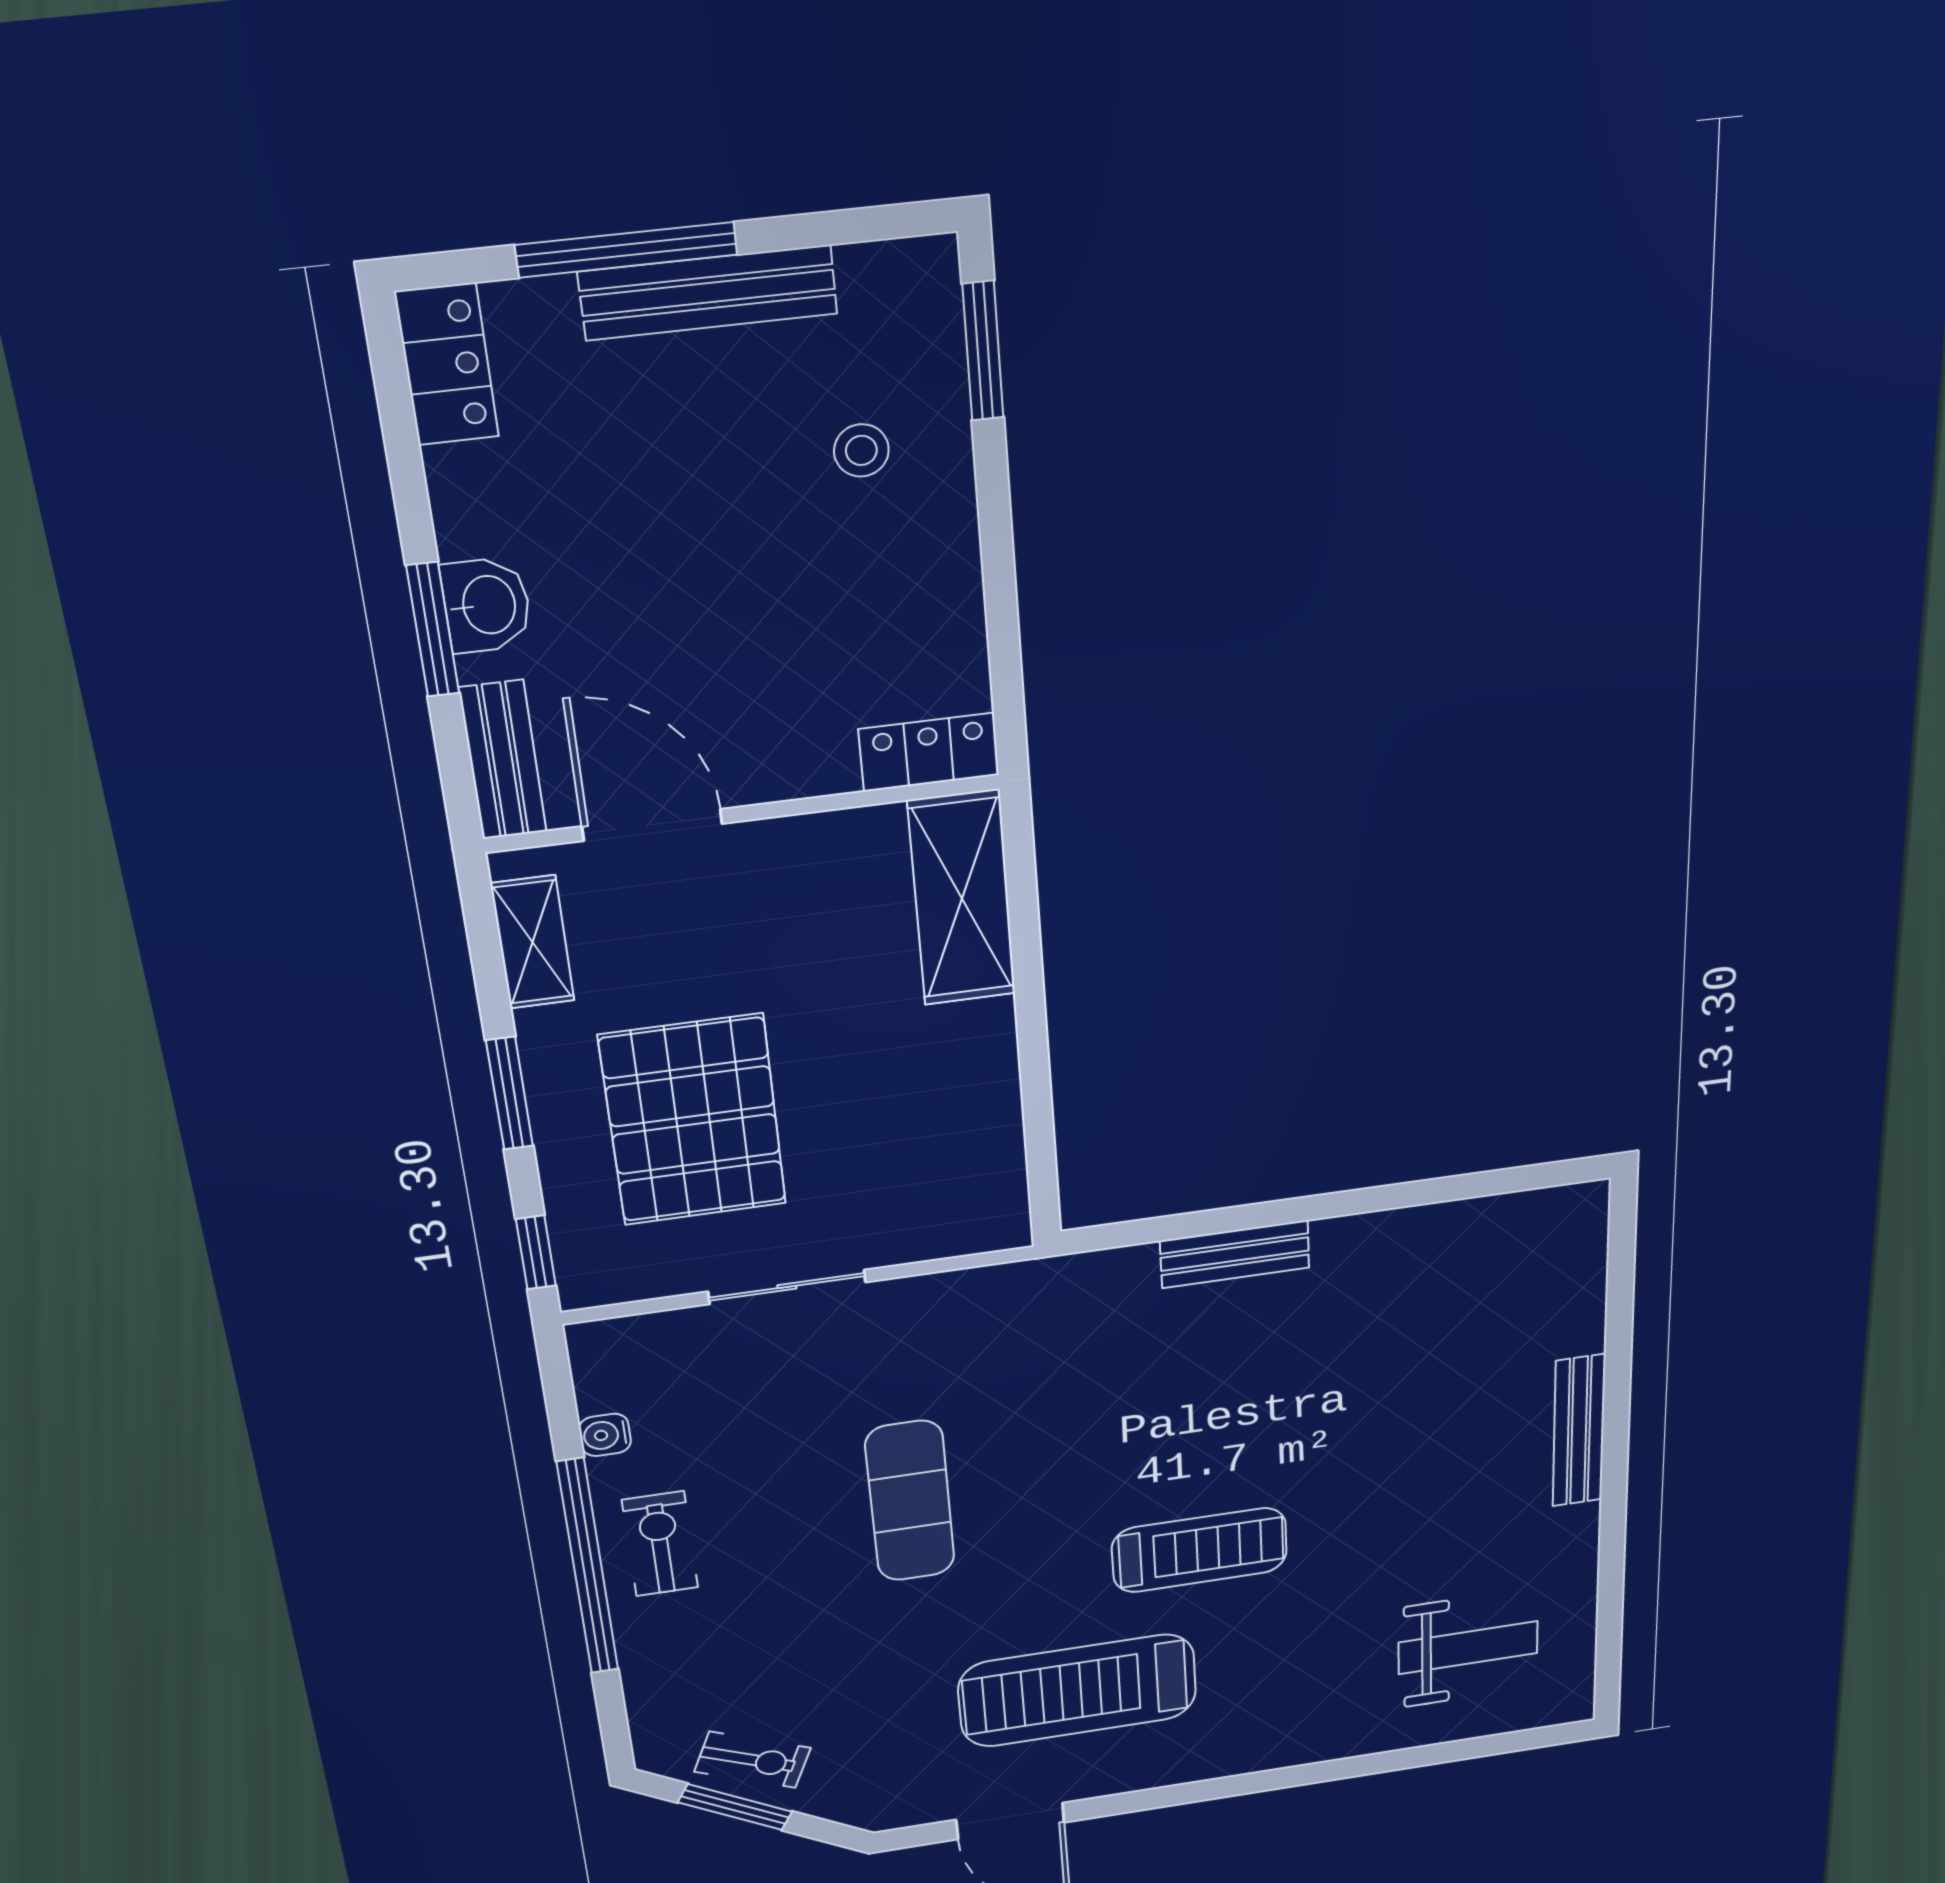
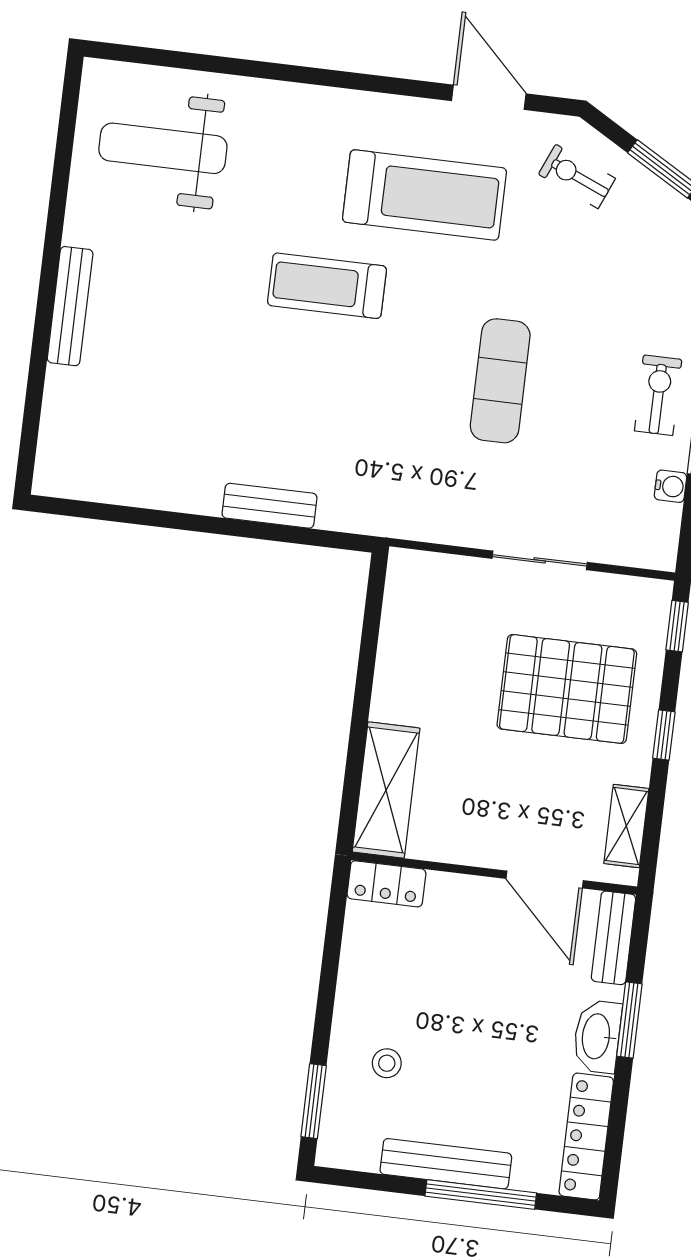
locker: (447, 365) -> (586, 1137), width x1.53
washbasin: (487, 605) -> (597, 1036), width x1.38
window: (510, 1093) -> (664, 735), width x0.67
pallet: (693, 1120) -> (567, 689), turned 90
exercise bike: (660, 1544) -> (658, 395), turned 180
weight bench: (1468, 1648) -> (163, 148), width x1.36, depth x1.33
exercise bike: (753, 1760) -> (577, 176), moved

